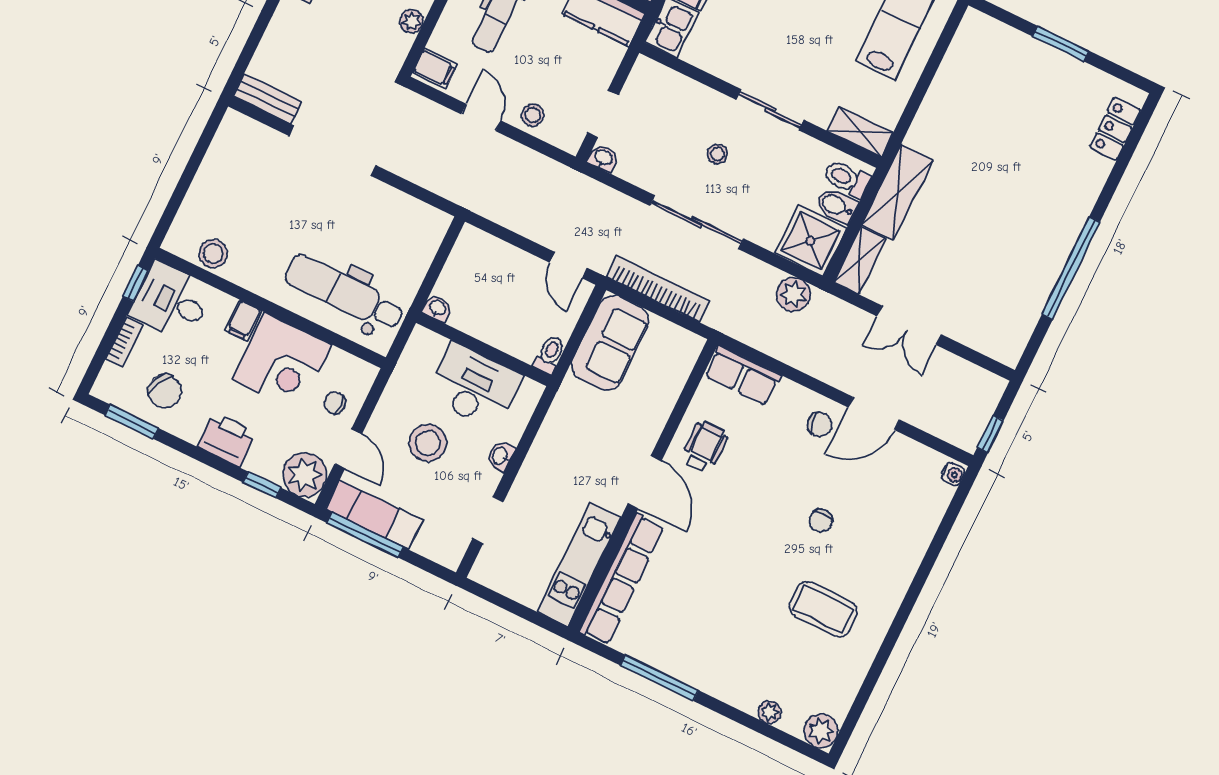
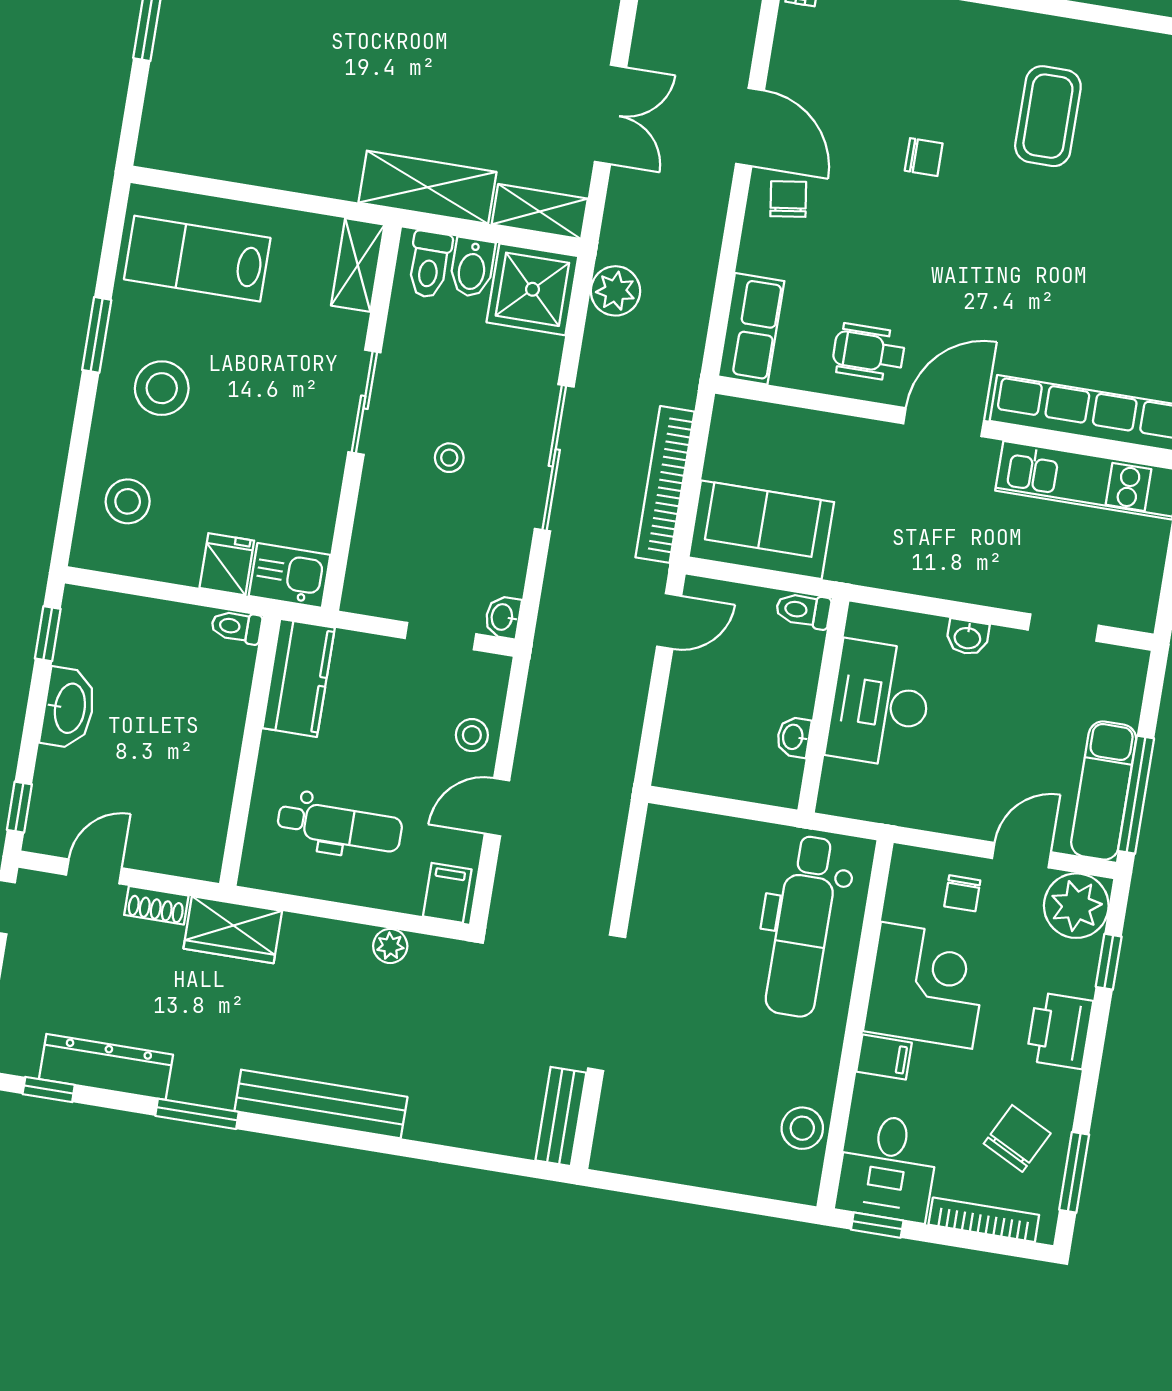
washbasin: (437, 308) -> (794, 737), moved
bookcase: (124, 342) -> (984, 1220), width x1.56
stool: (428, 443) -> (979, 745), removed

